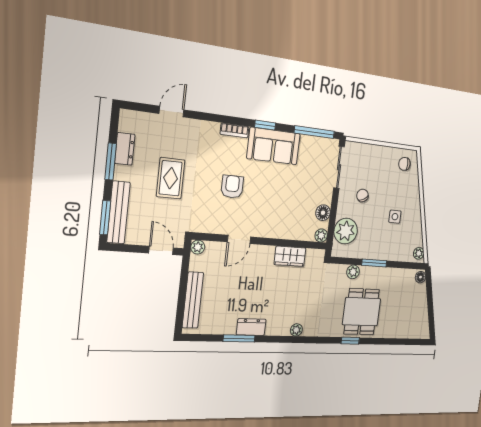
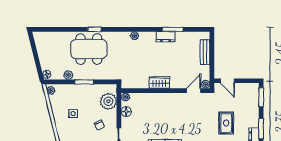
armchair: (232, 187) -> (188, 122), removed
bench: (118, 212) -> (254, 101), removed
door: (239, 239) -> (194, 91), moved
wardrobe: (290, 256) -> (159, 83), moved
plant: (353, 272) -> (68, 75), moved
bench: (193, 300) -> (205, 52), width x0.73
dining table: (362, 312) -> (89, 49), width x1.38

